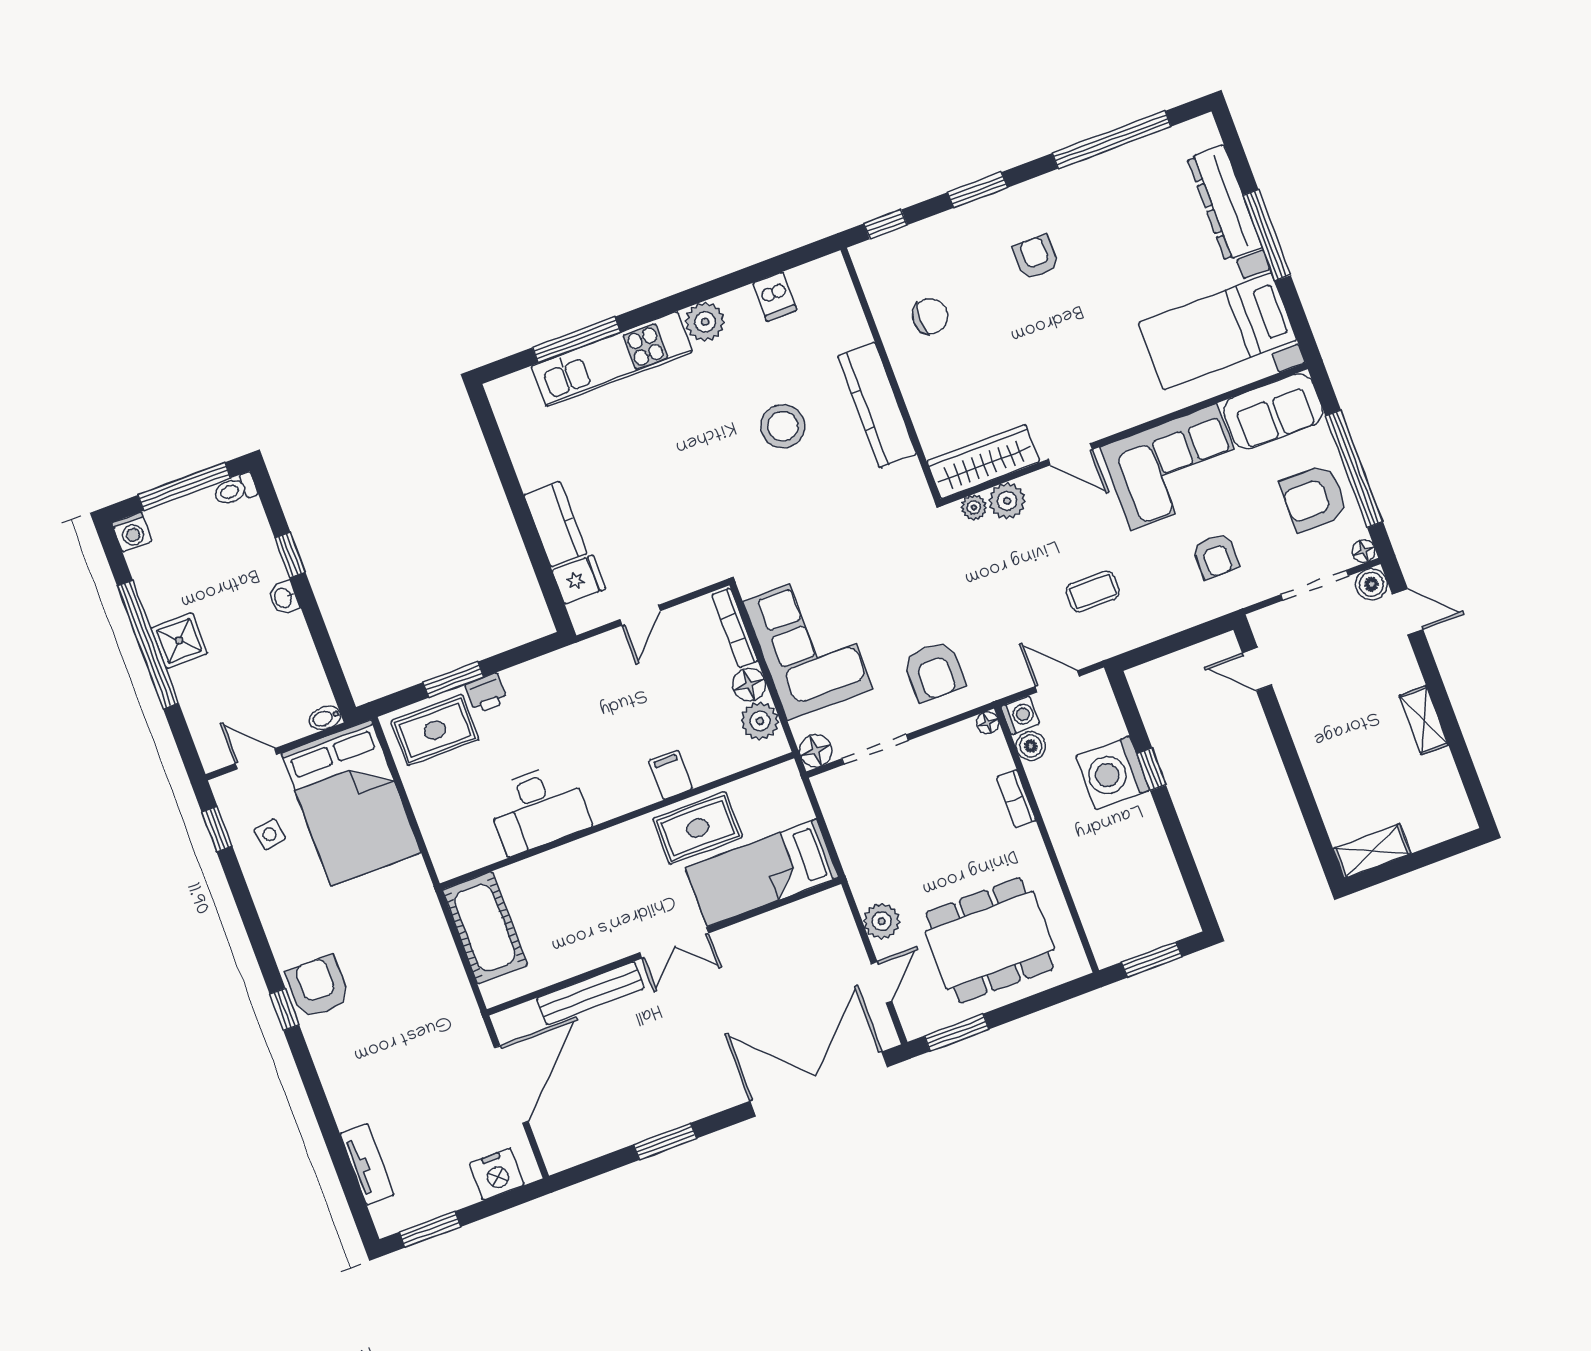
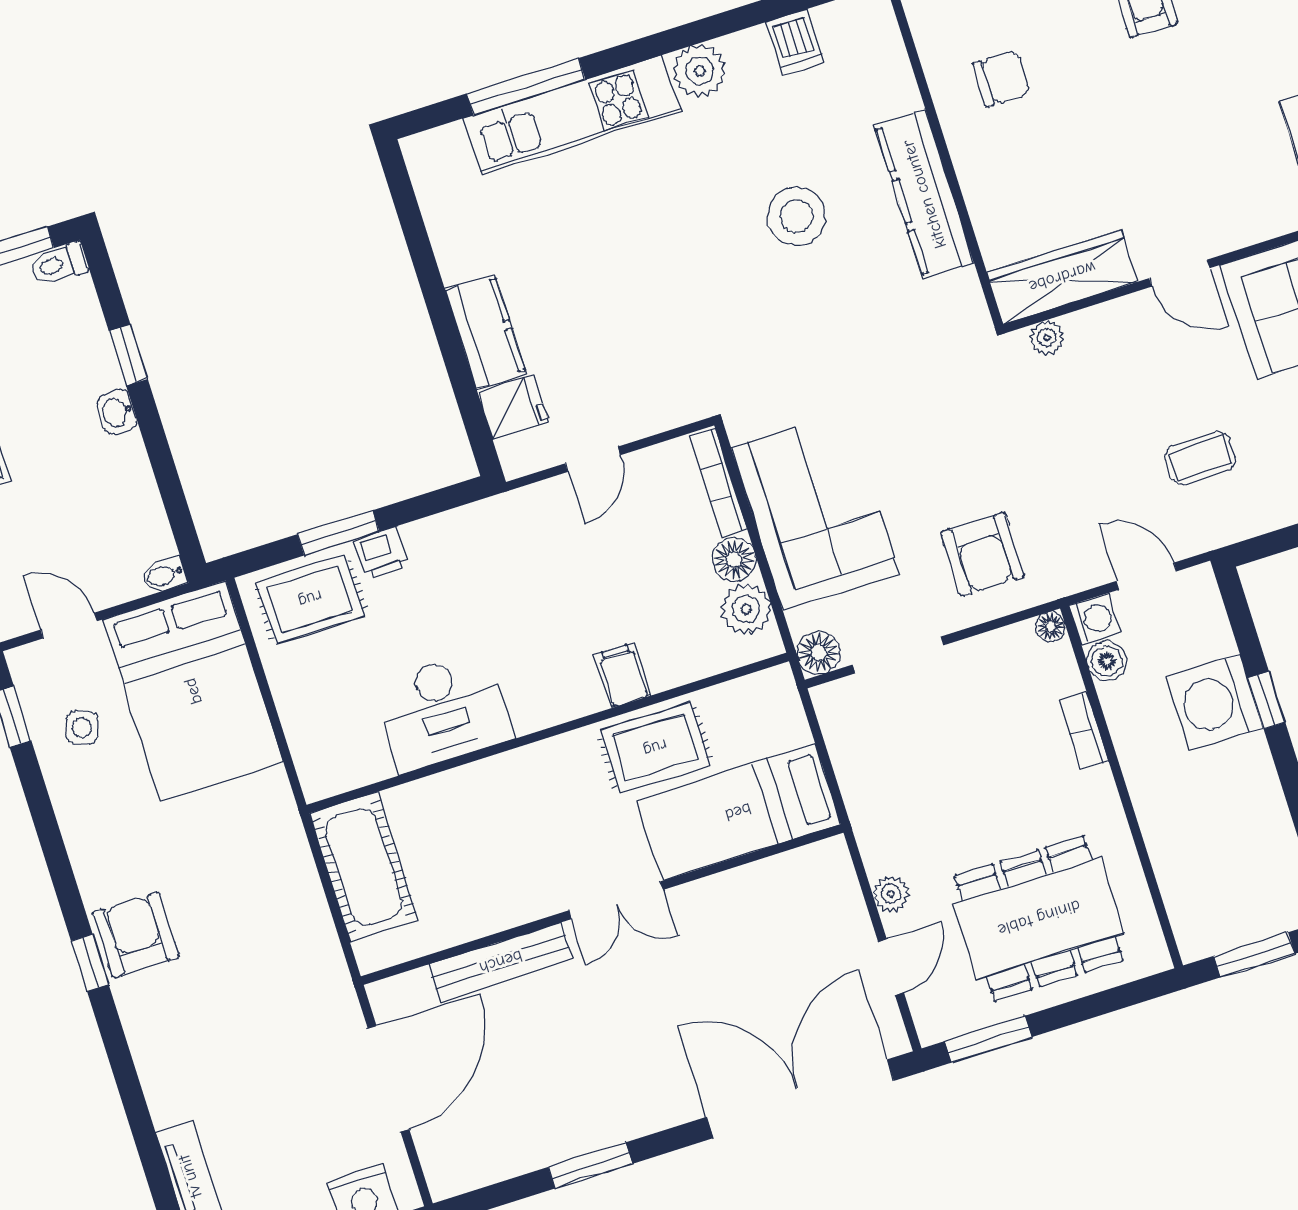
plant: (1007, 501) -> (1092, 331), removed
side table: (270, 834) -> (82, 728), turned 32
plant: (882, 921) -> (891, 894), width x0.73, depth x0.73

